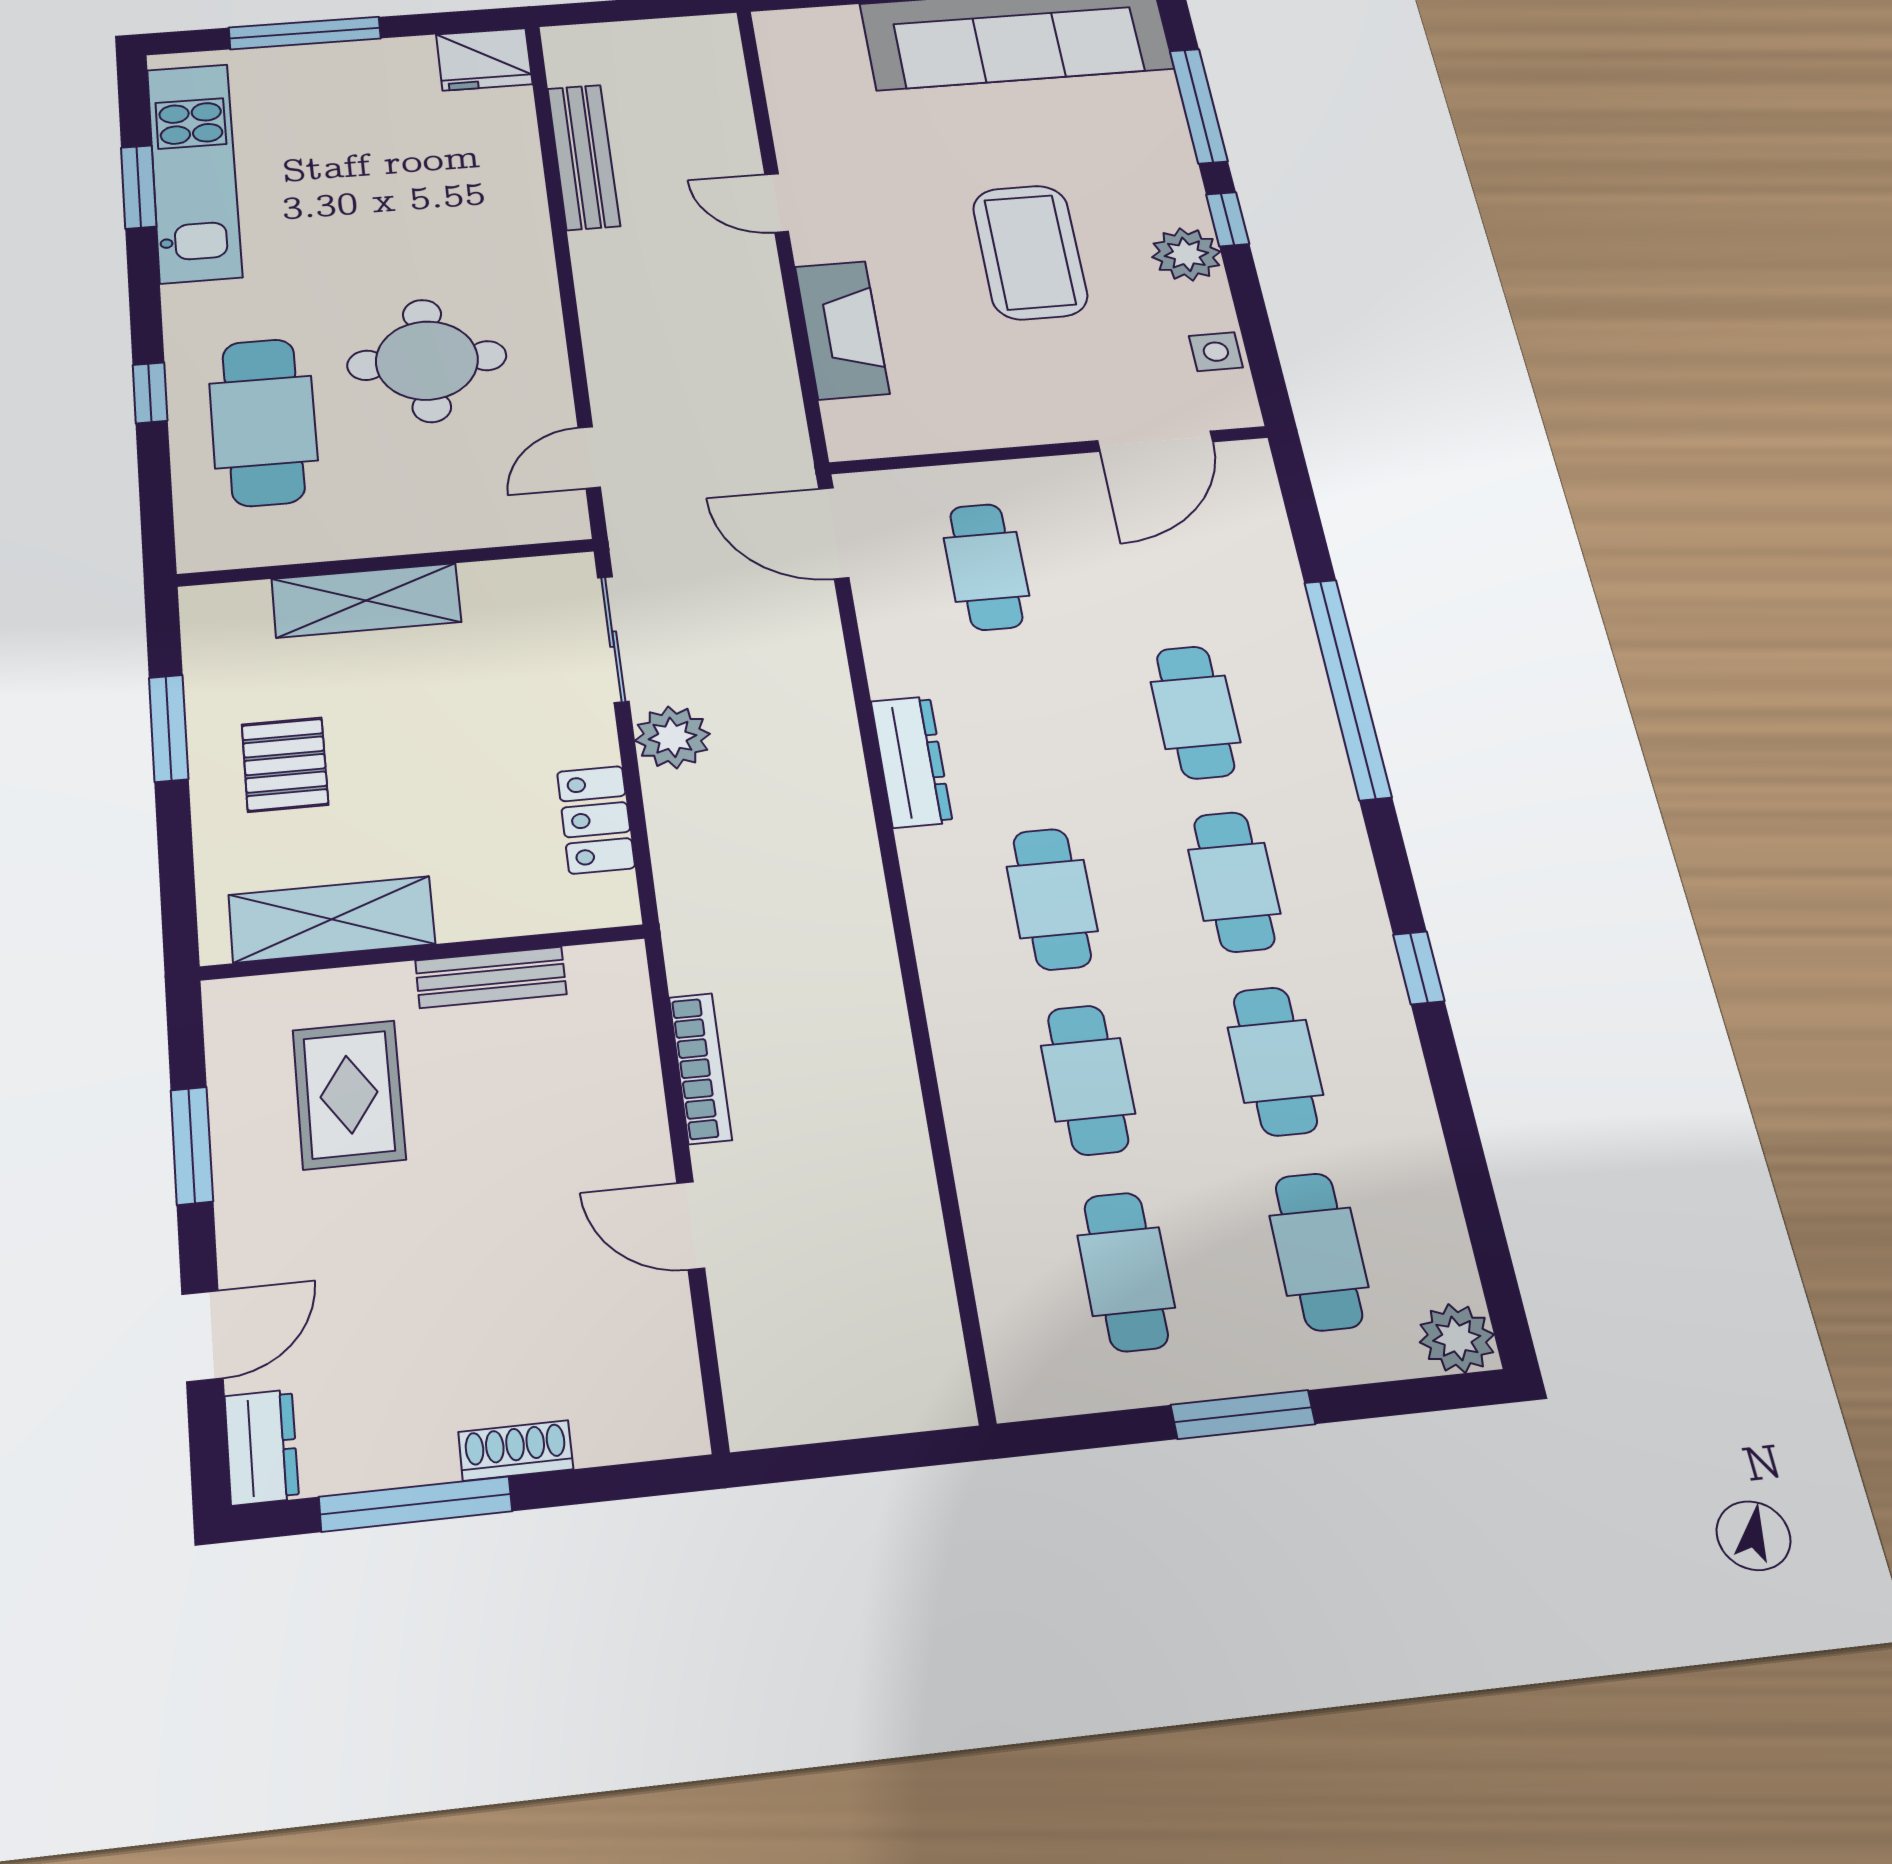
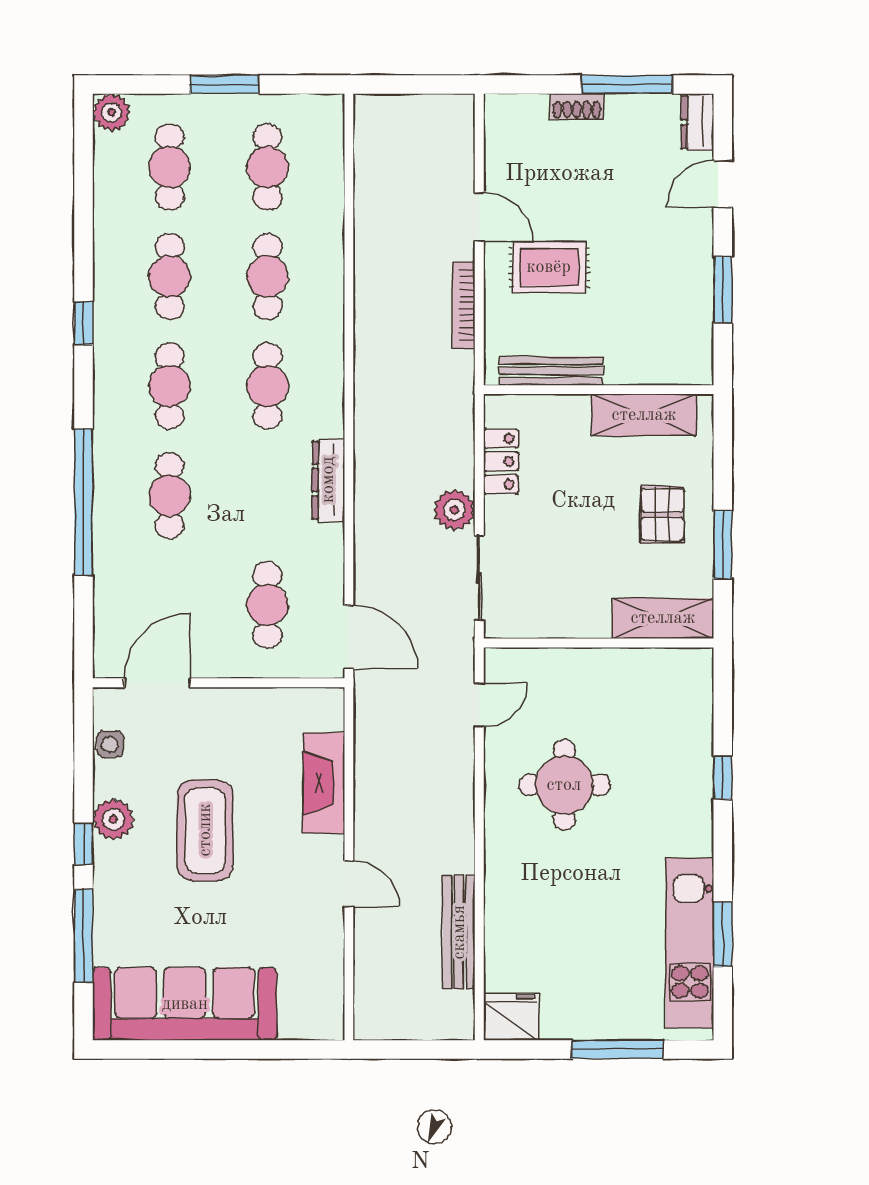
cafe table: (263, 422) -> (660, 750), removed
shelving: (366, 600) -> (663, 618), moved
bench: (491, 977) -> (551, 371), width x1.36
rug: (349, 1095) -> (549, 267), moved, turned 90

